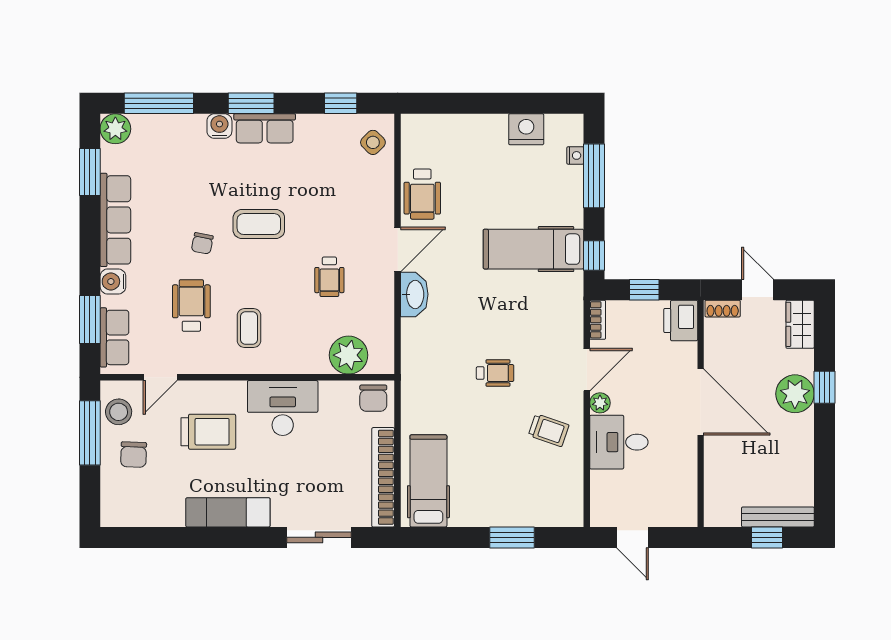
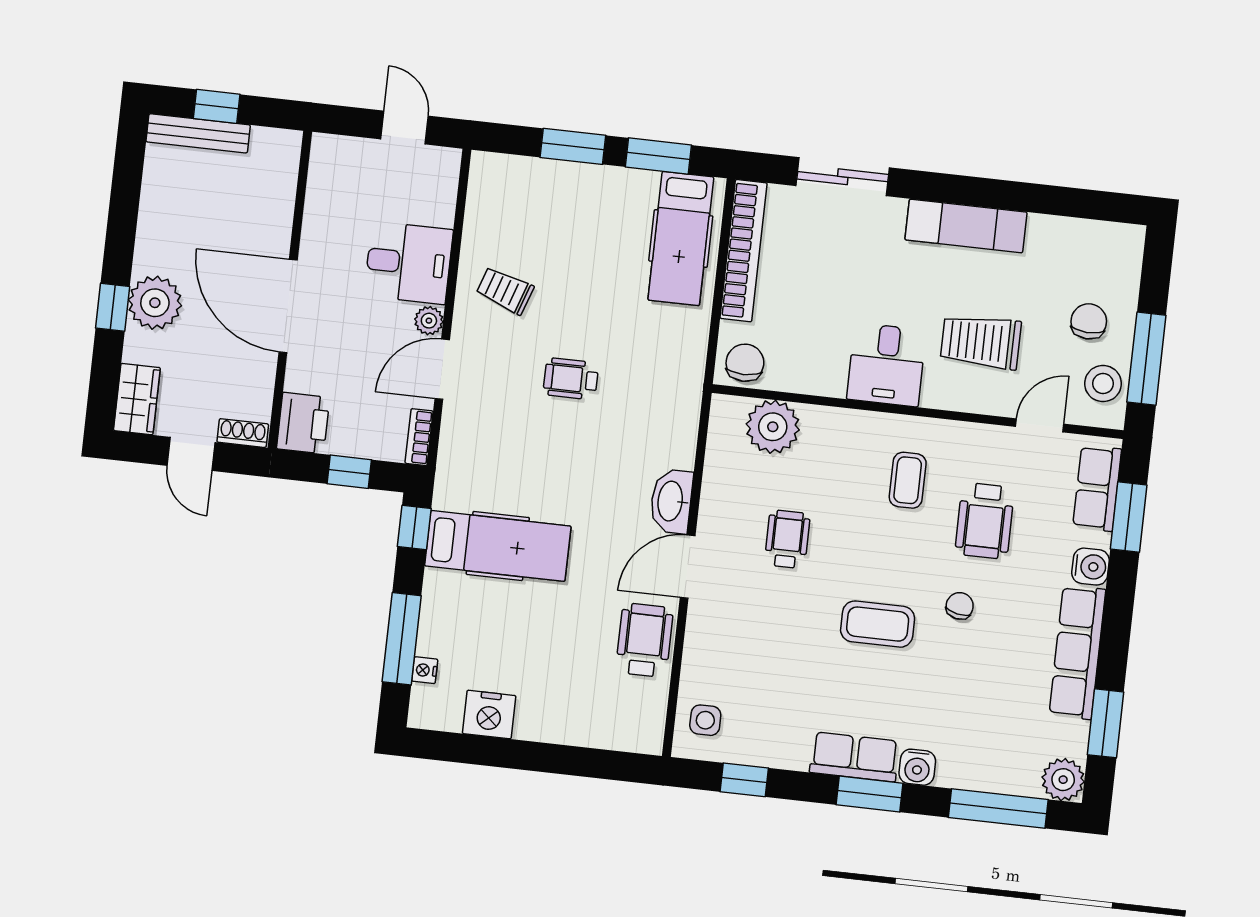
side table: (373, 142) -> (705, 720), turned 45
desk: (283, 408) -> (886, 365), width x0.73
window: (451, 537) -> (658, 156), added

